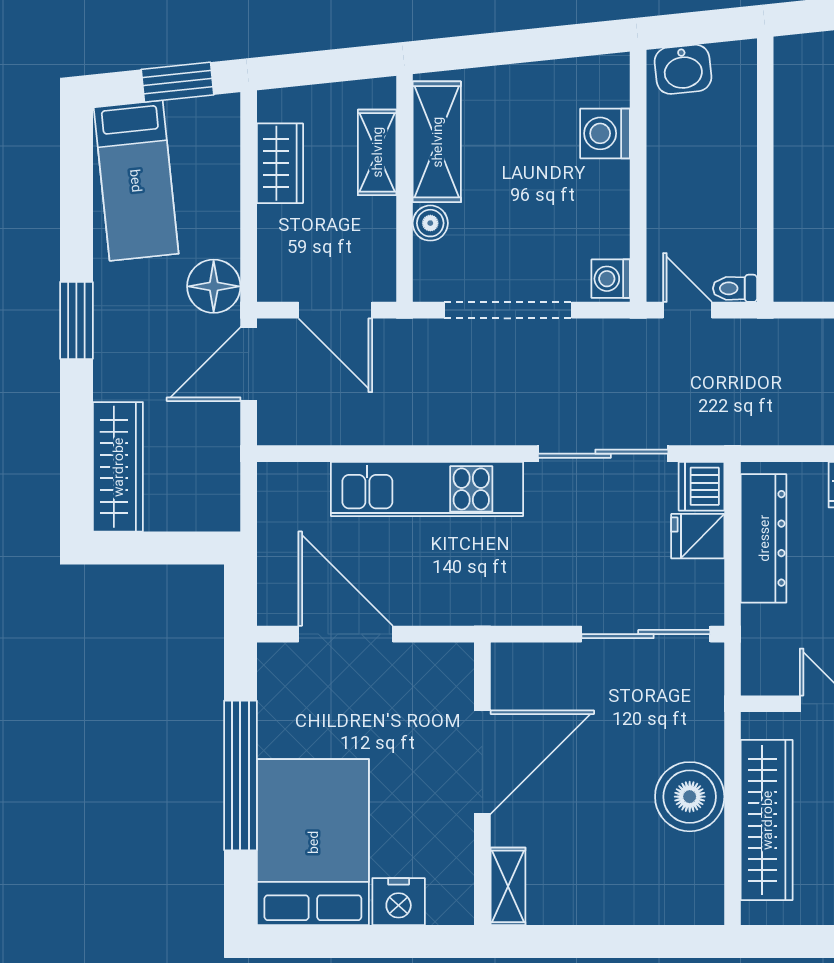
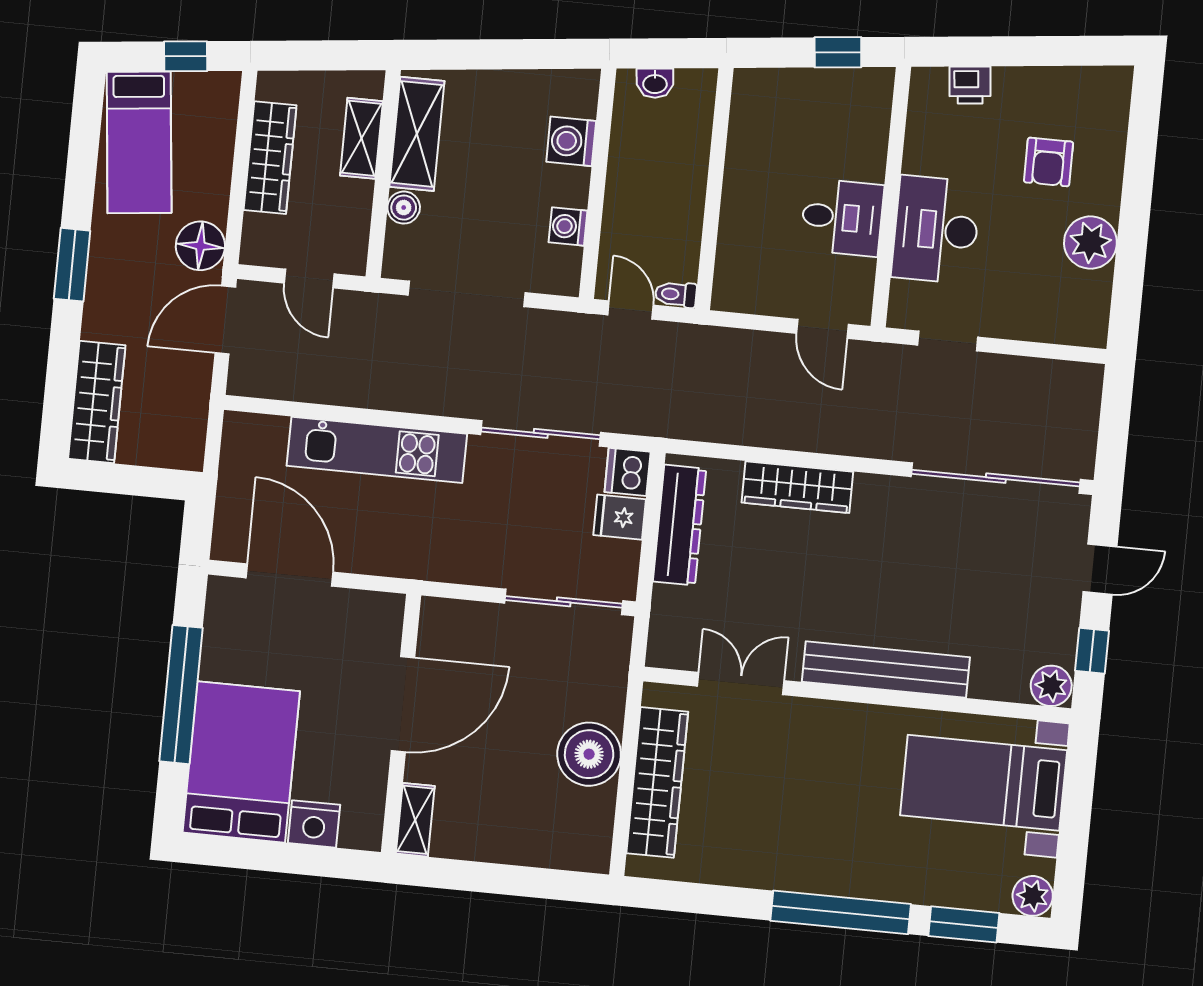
washbasin: (683, 69) -> (655, 83), width x0.72, depth x0.69
window: (177, 82) -> (186, 56), width x0.67
wardrobe: (280, 163) -> (270, 158), width x1.50
washing machine: (611, 279) -> (568, 226), moved
door: (335, 310) -> (309, 278), width x0.73

